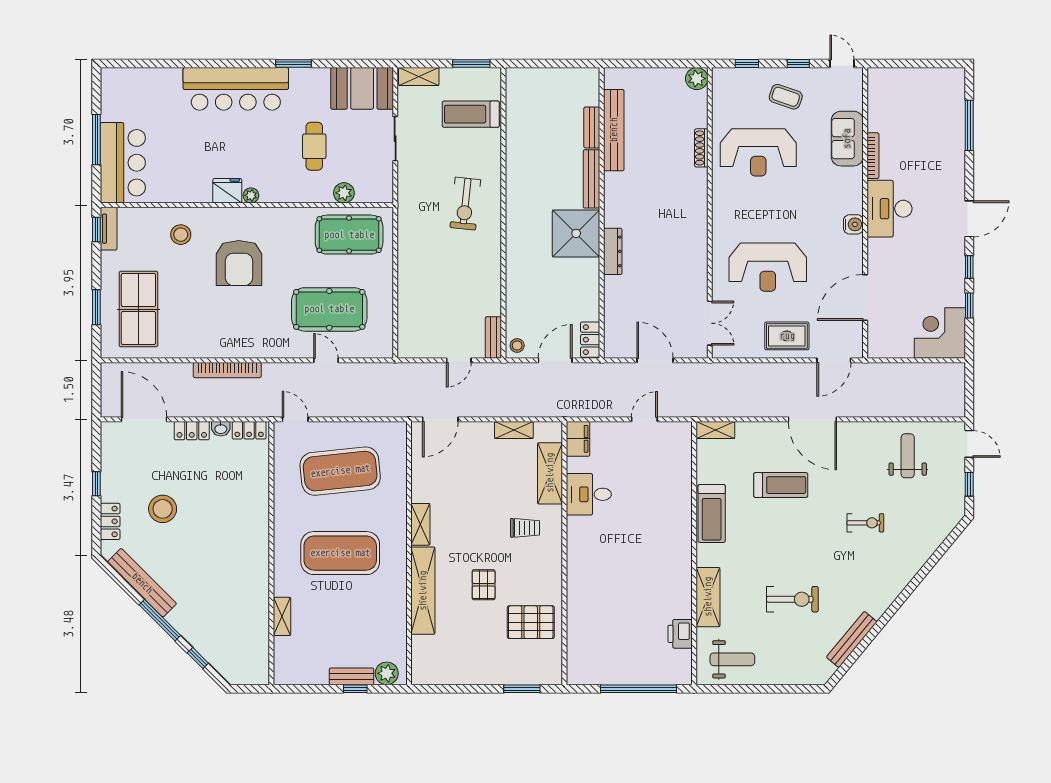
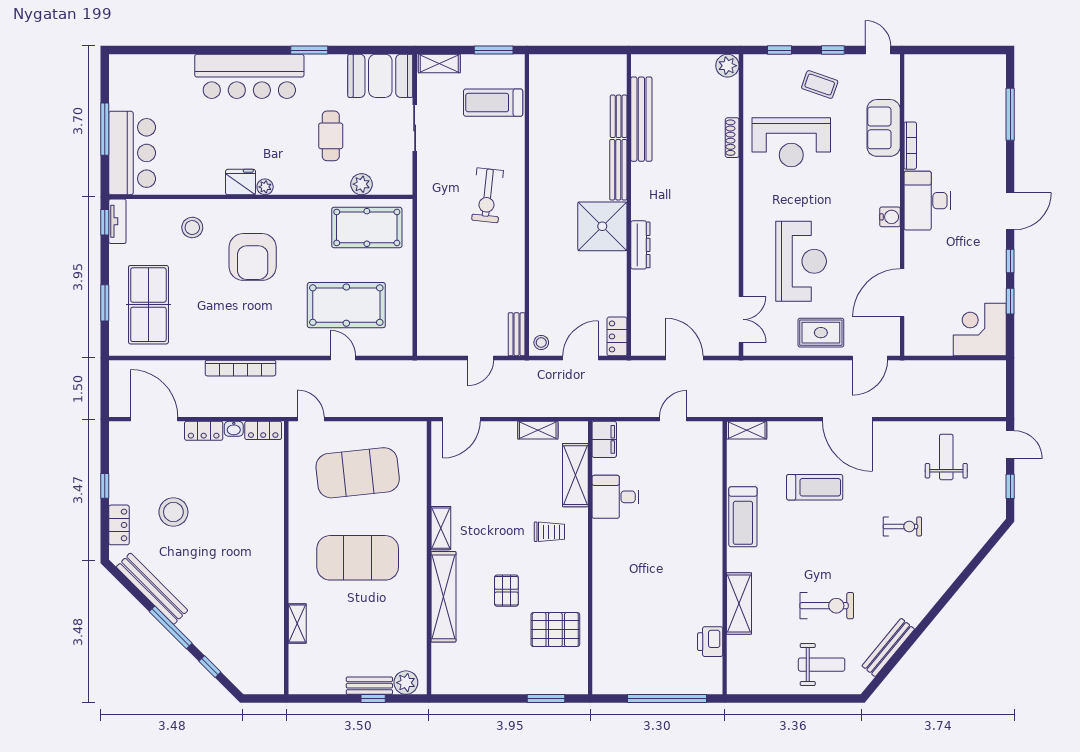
reception desk: (768, 267) -> (801, 261), turned -90
weight bench: (732, 659) -> (822, 665), moved

